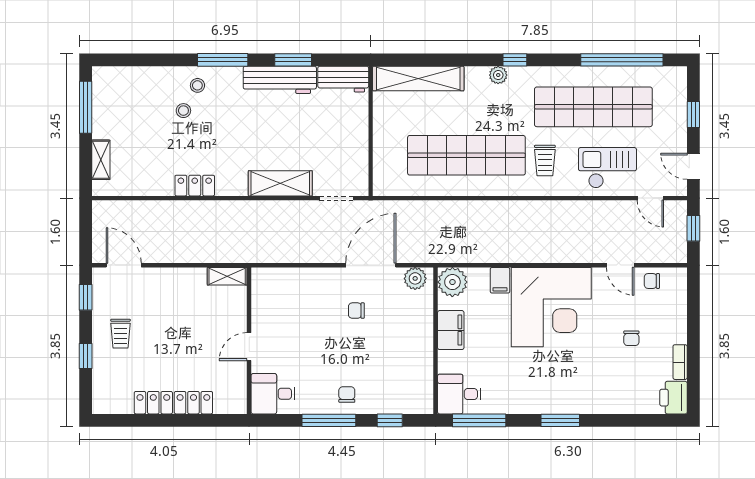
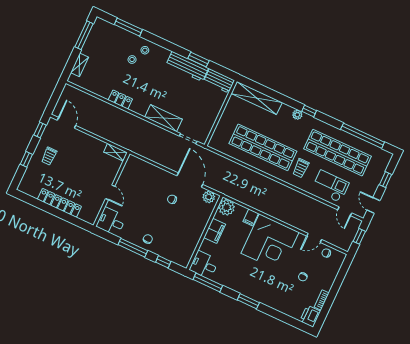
window: (223, 60) -> (128, 27), moved
door: (371, 265) -> (190, 180), hinge flipped
door: (620, 265) -> (314, 238), hinge flipped
door: (249, 347) -> (110, 192), swing flipped

